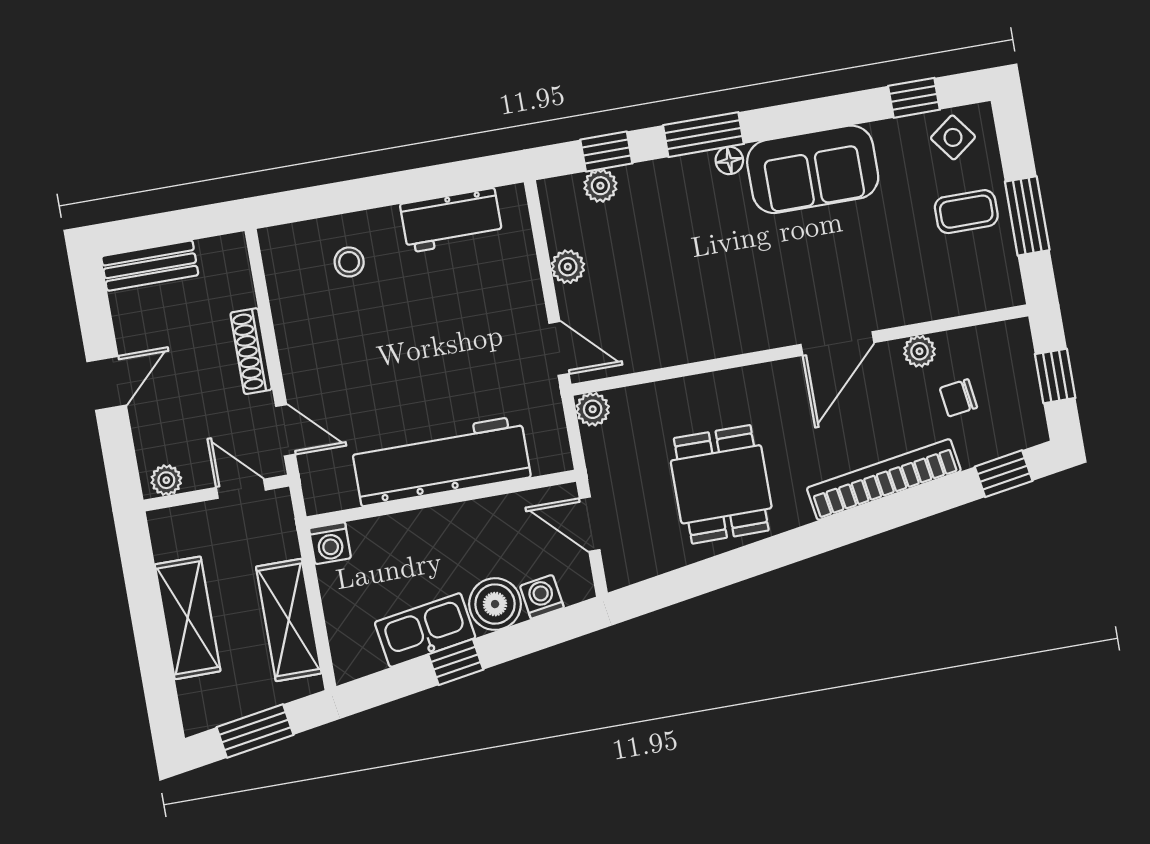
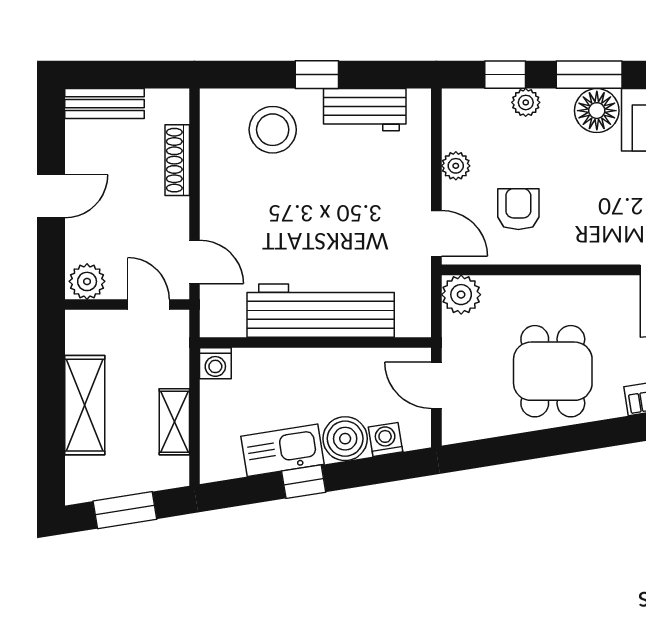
floor lamp: (729, 160) -> (597, 111), width x1.89, depth x1.89
plant: (600, 186) -> (526, 102), moved
window: (389, 189) -> (317, 75), added
stool: (349, 262) -> (273, 130), width x1.89, depth x1.89
armchair: (649, 304) -> (518, 209), added
shoe rack: (251, 351) -> (177, 160), moved
plant: (593, 409) -> (461, 295), width x1.38, depth x1.38
plant: (166, 480) -> (87, 281), width x1.38, depth x1.38
shelving: (289, 620) -> (174, 422), width x0.67, depth x0.75

